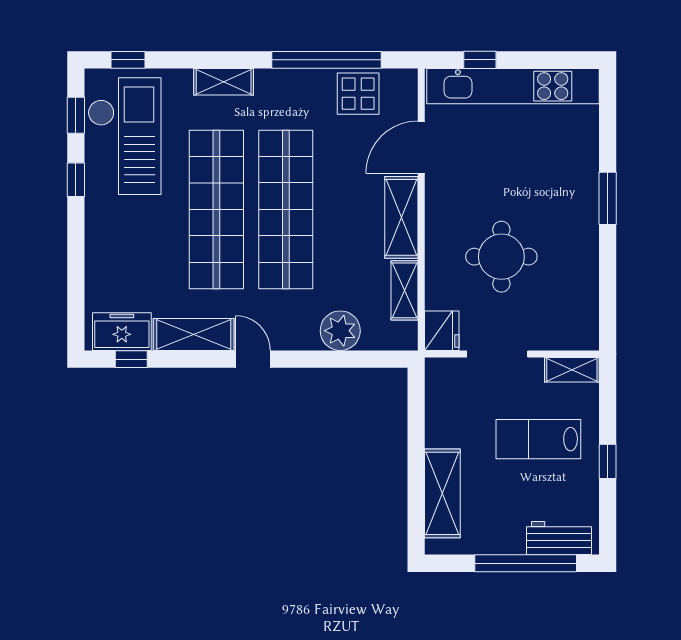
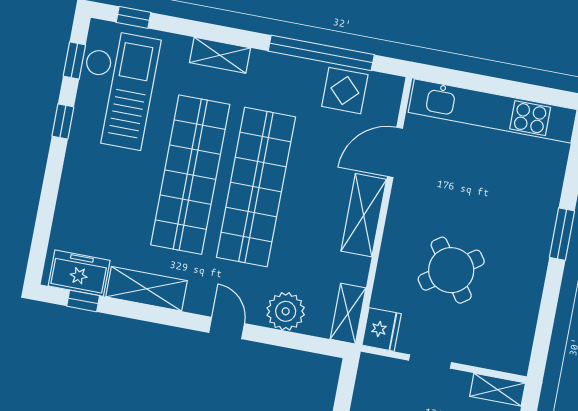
window: (480, 60) -> (466, 80), removed
round table: (501, 257) -> (451, 270), turned -35
shelving: (404, 290) -> (348, 314), moved
doorway: (497, 354) -> (430, 361), width x0.73
door: (253, 359) -> (227, 328), moved

